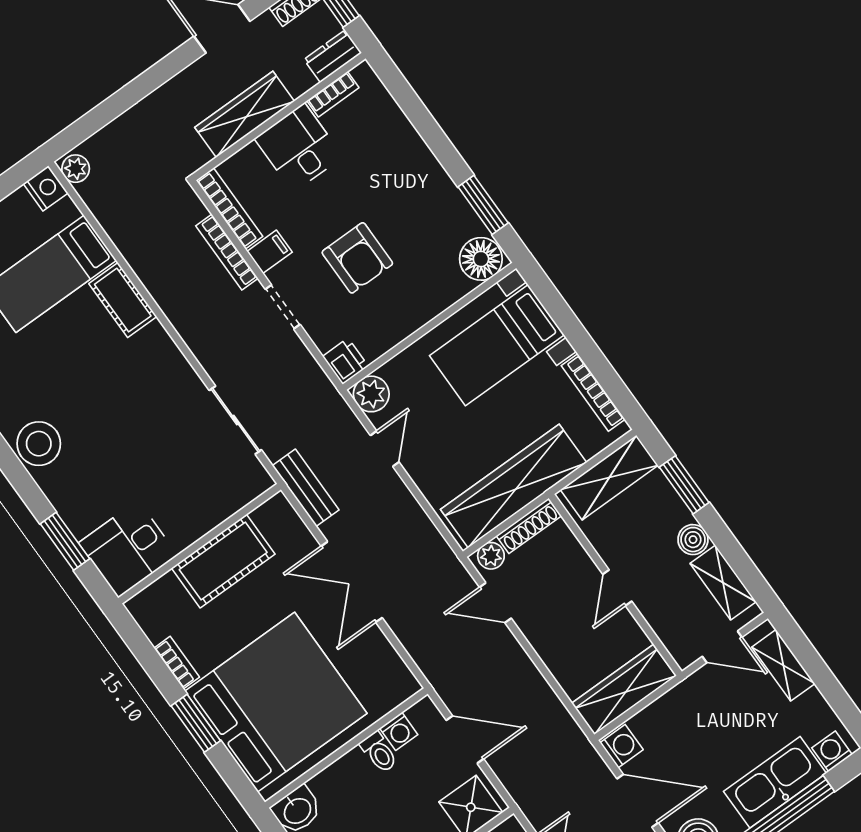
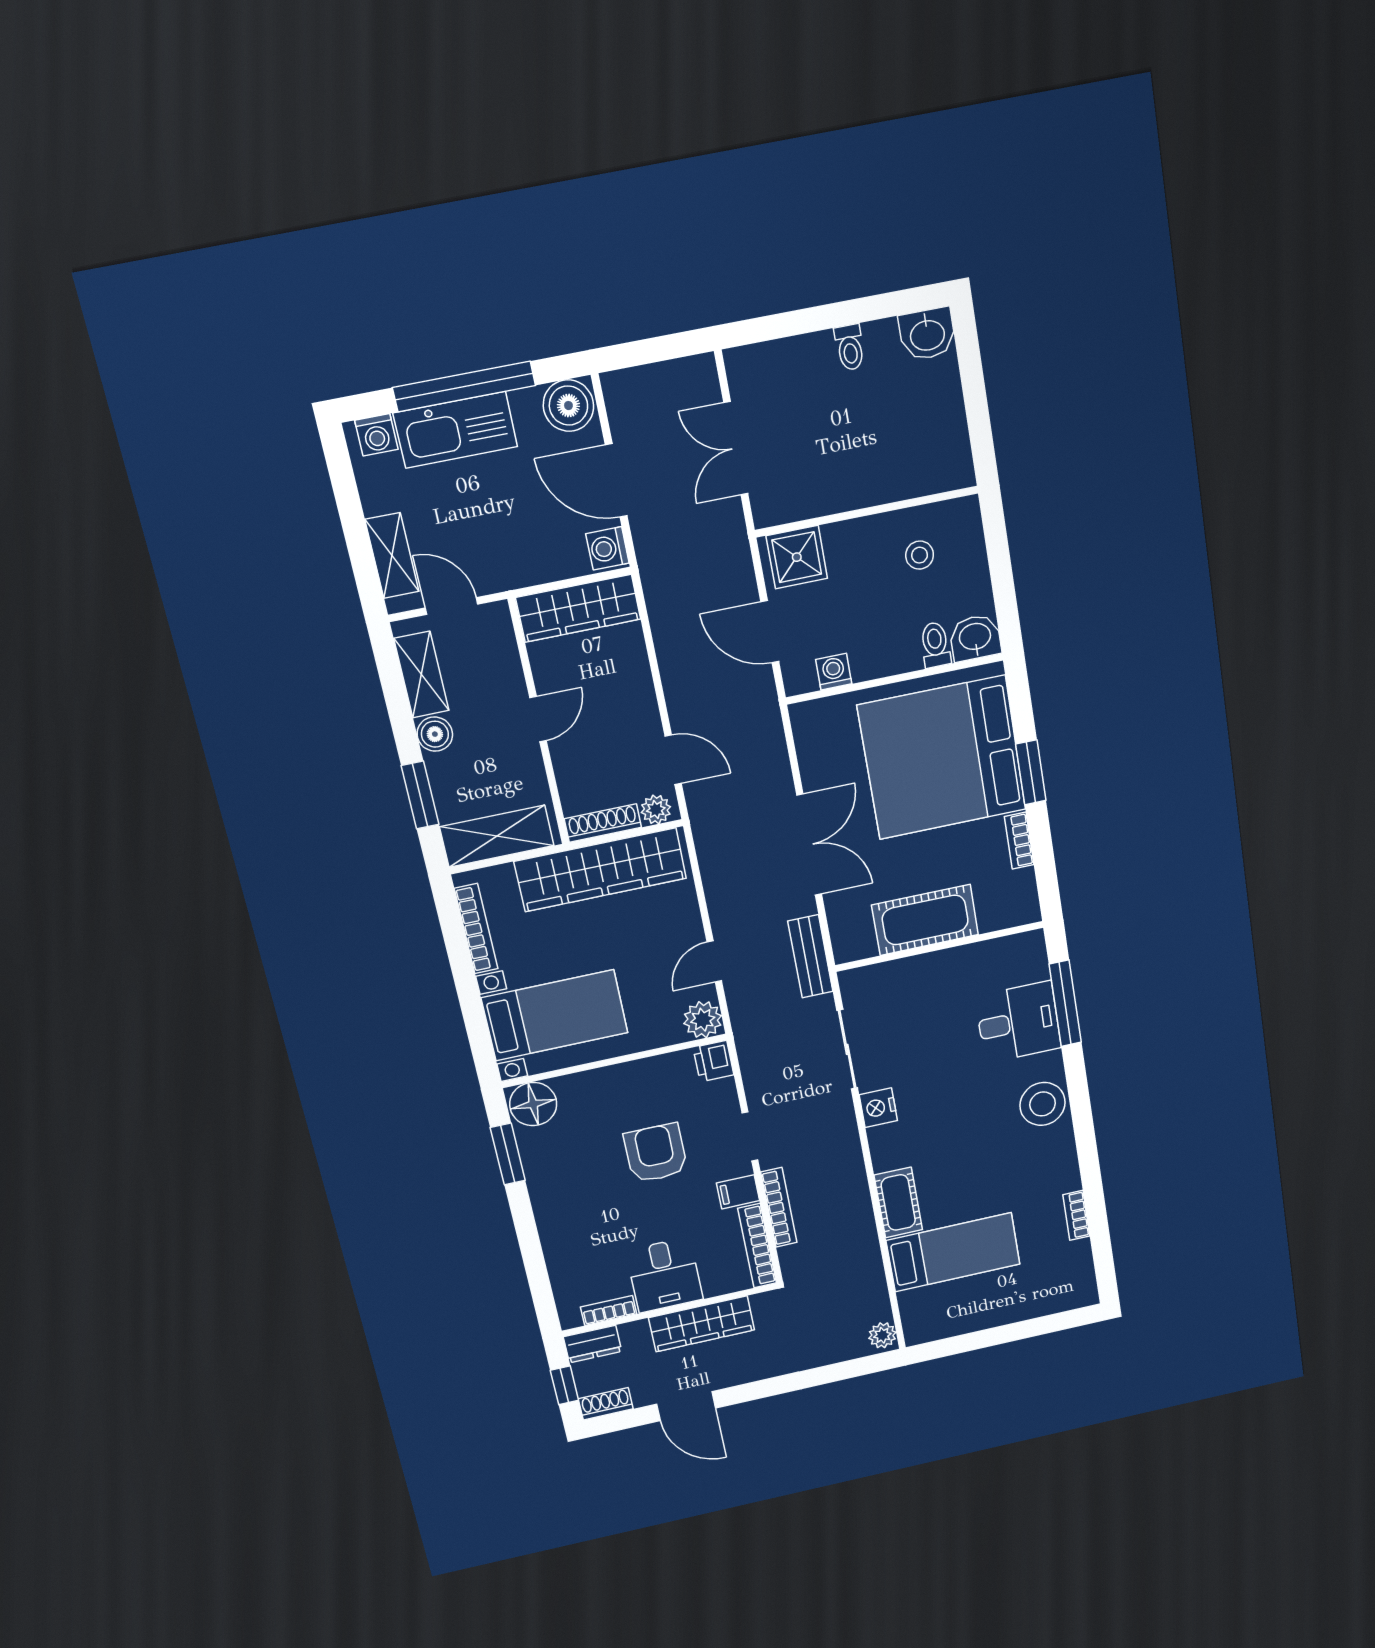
nightstand: (46, 188) -> (878, 1108), moved
window: (65, 541) -> (1065, 1003), width x1.44
desk: (128, 549) -> (1018, 1022), moved
toilet: (379, 752) -> (935, 645), moved

